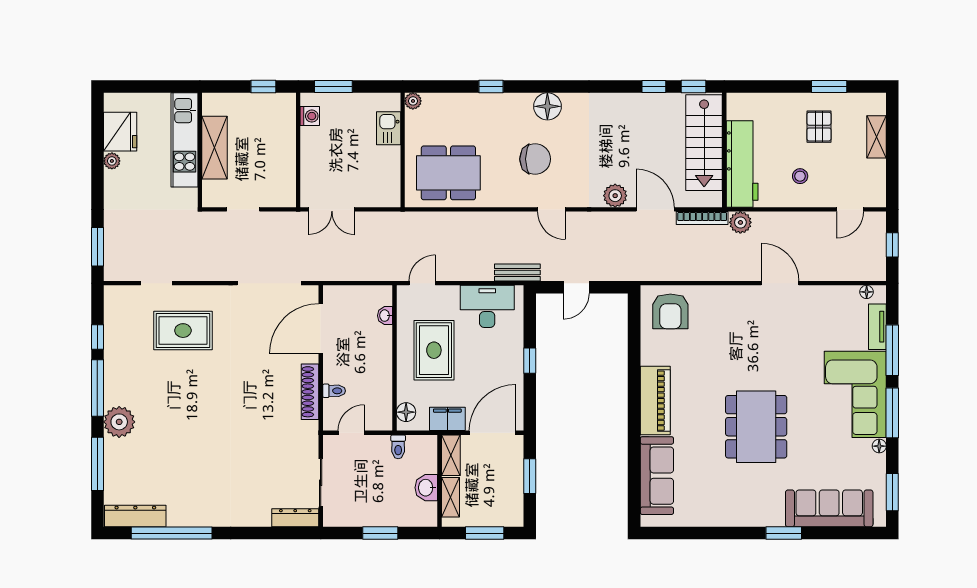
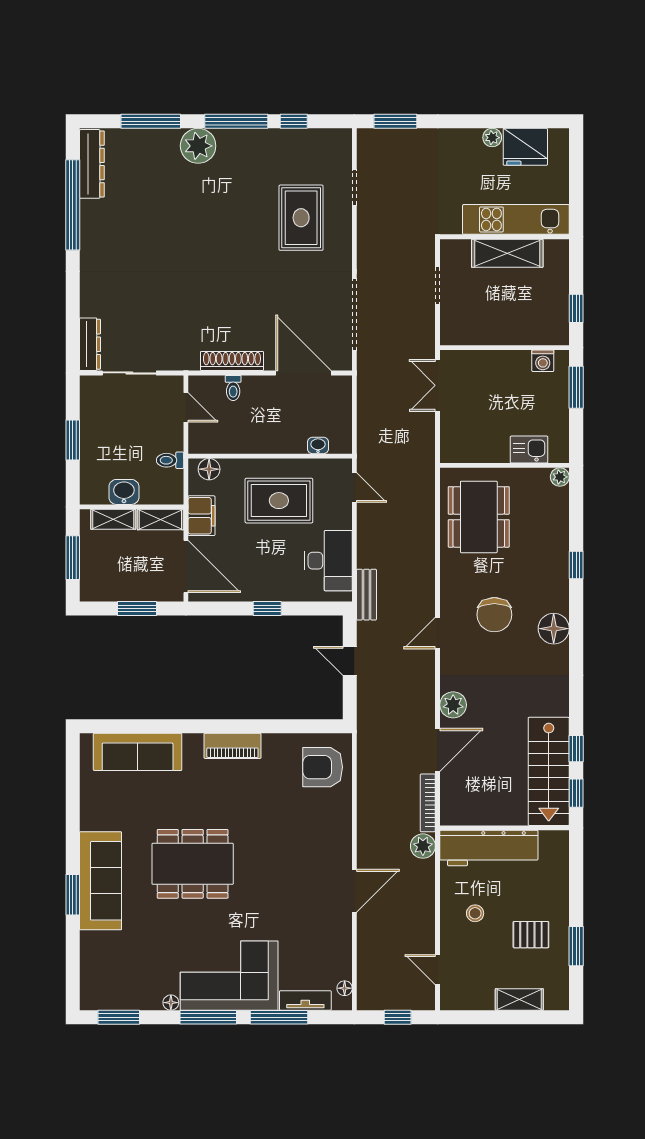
stairs: (704, 143) -> (549, 771), moved, turned -90
piano: (655, 401) -> (232, 746), width x0.73, depth x0.75
sofa: (829, 508) -> (101, 881), moved

